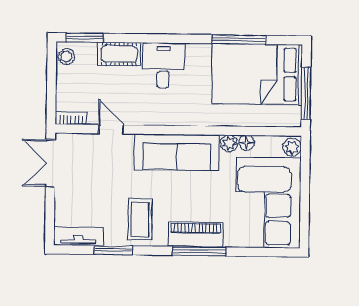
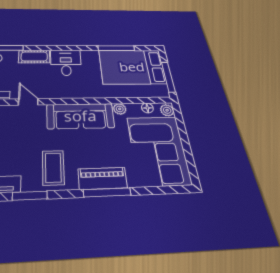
floor lamp: (247, 143) -> (147, 108), moved

